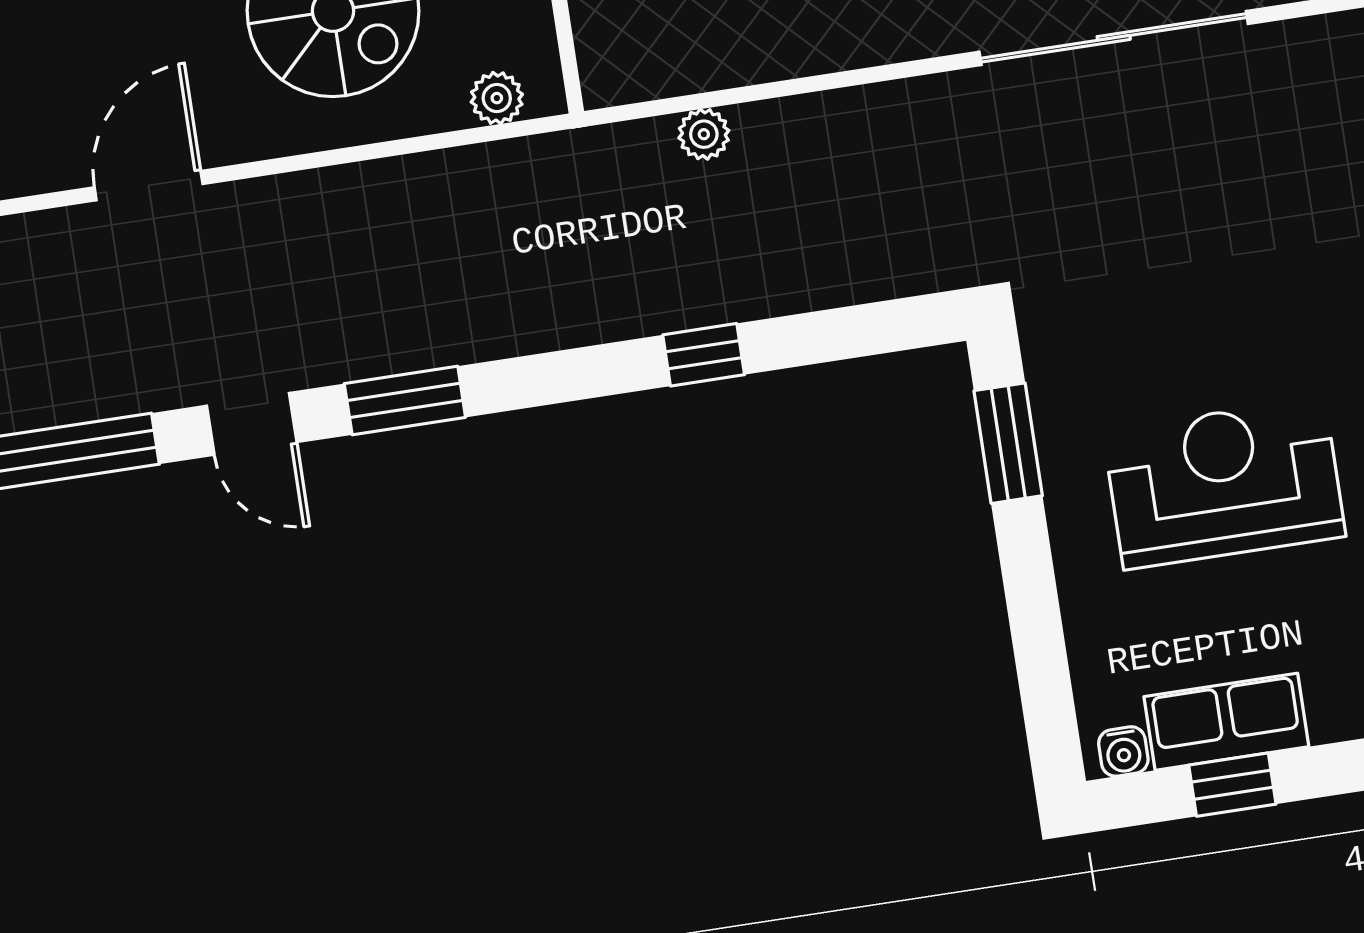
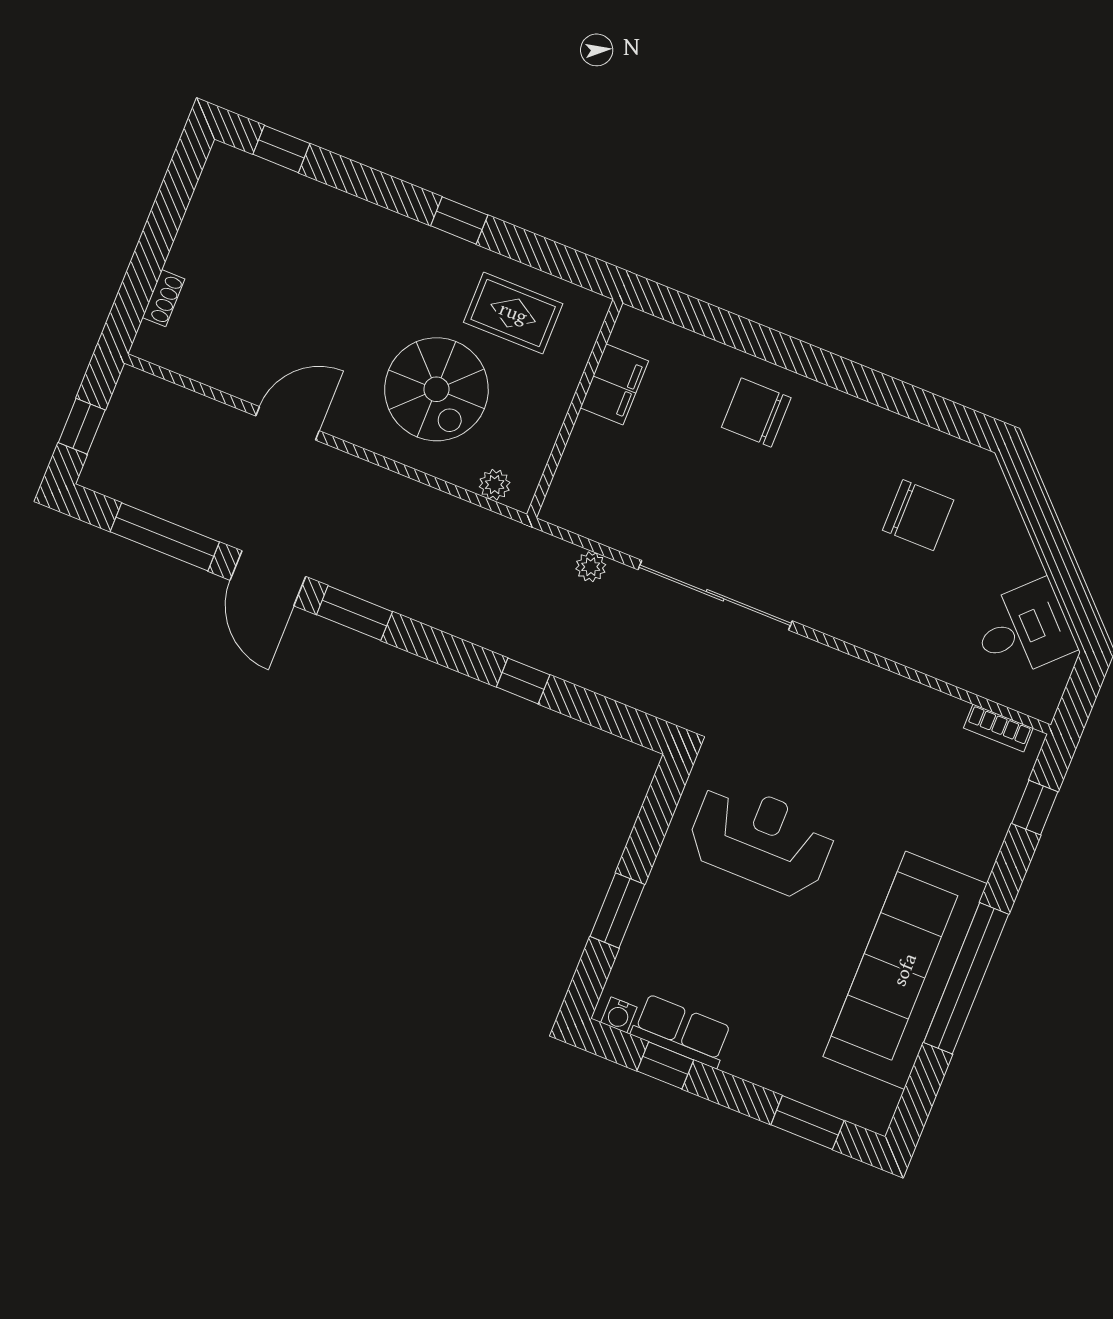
sliding door: (1114, 38) -> (715, 595), moved
door: (252, 424) -> (268, 578), width x1.38
window: (1008, 443) -> (617, 910), moved
reception desk: (1224, 483) -> (761, 839), moved

